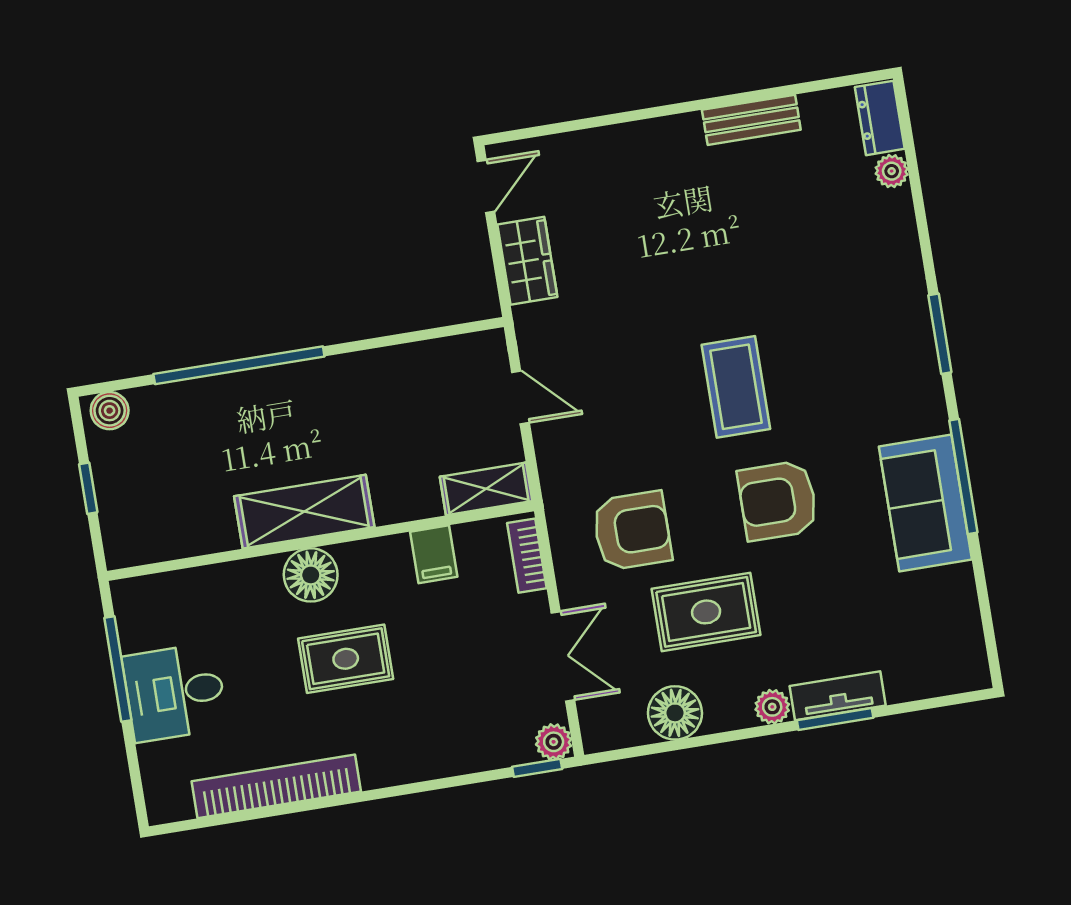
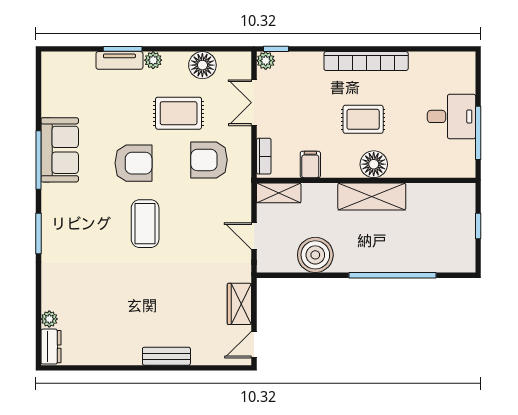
bench: (751, 120) -> (166, 356), moved
boiler: (110, 411) -> (315, 255), moved, width x1.86, depth x1.86
bookcase: (276, 786) -> (366, 61), moved

